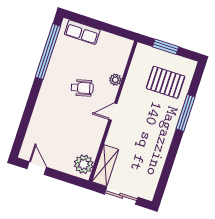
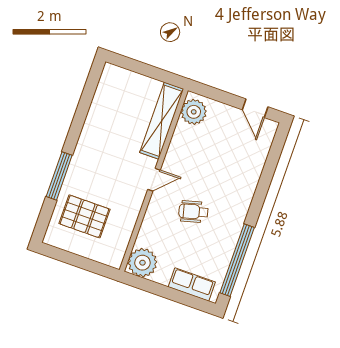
window: (166, 47) -> (83, 263), removed
plant: (115, 80) -> (142, 263), moved, width x1.87, depth x1.87
shelving: (105, 165) -> (162, 121), width x1.47
sliding door: (121, 196) -> (146, 70), removed

